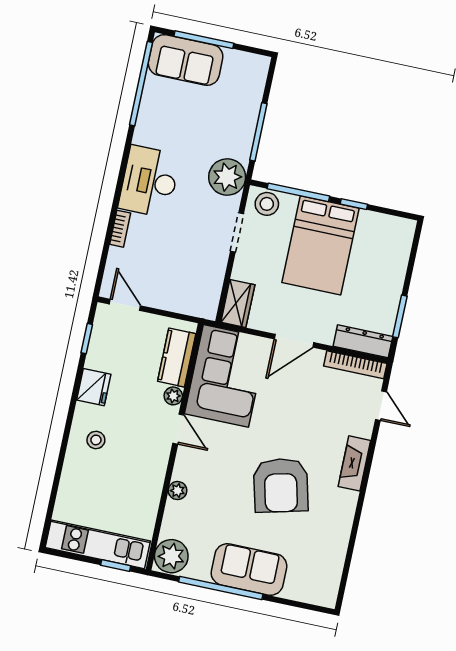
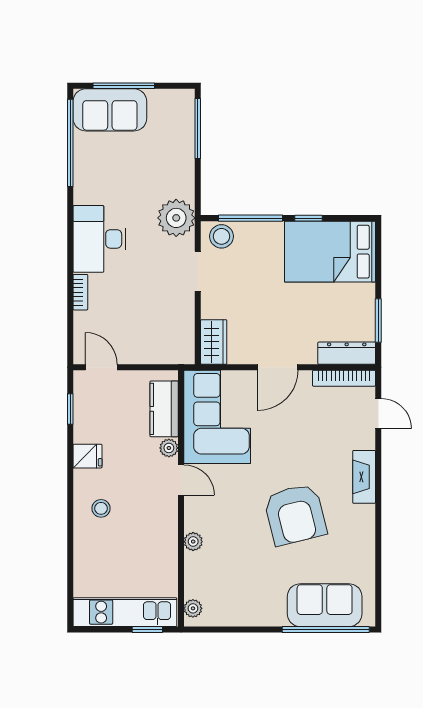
window: (258, 132) -> (198, 129), moved
bed: (321, 245) -> (330, 252), moved, turned 90
fridge: (94, 387) -> (88, 456), width x0.72
plant: (171, 556) -> (193, 608), width x0.53, depth x0.53
sofa: (249, 569) -> (325, 605), moved
window: (221, 588) -> (326, 630), moved

